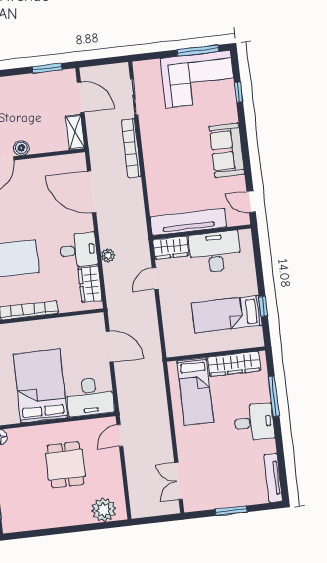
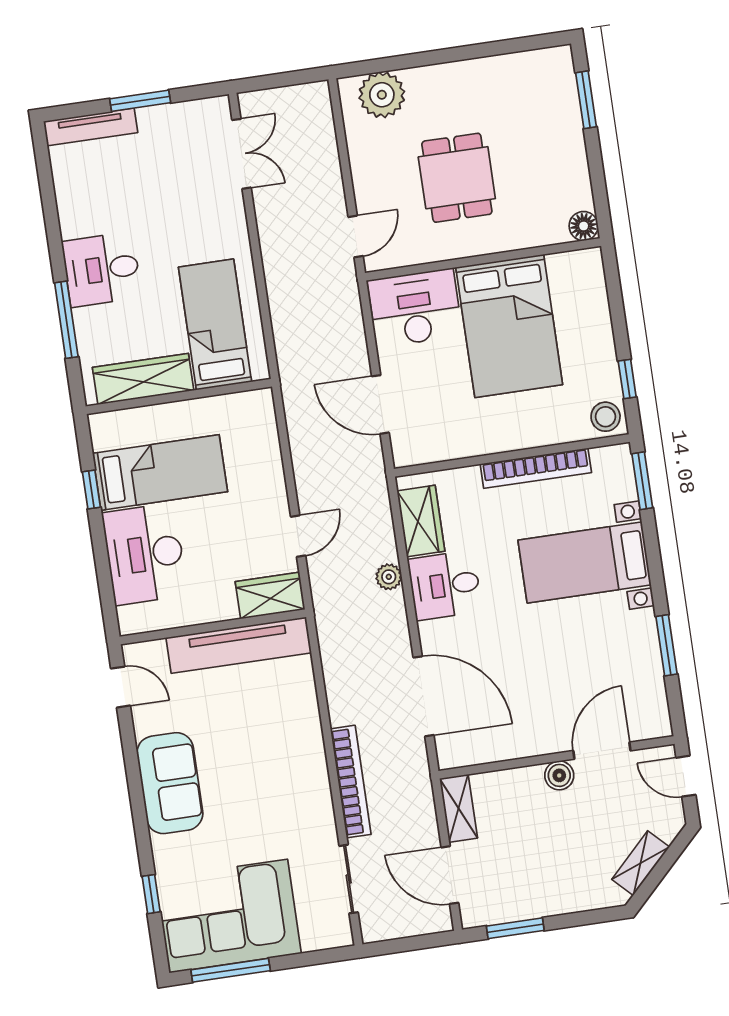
desk: (215, 252) -> (145, 554), moved, turned 90
tv unit: (273, 478) -> (91, 127), moved, turned 90

